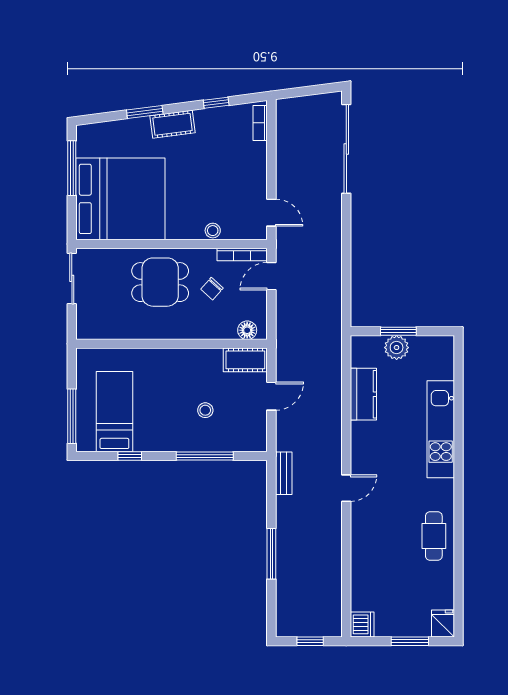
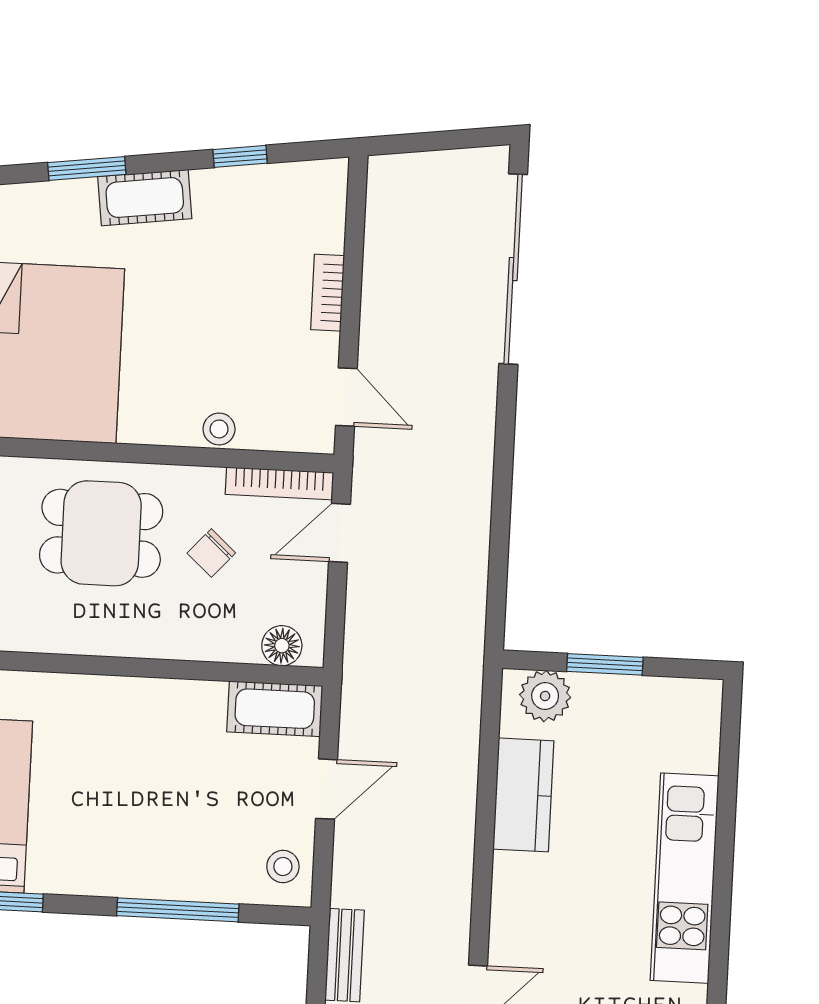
bookcase: (260, 123) -> (328, 293), moved
plant: (397, 348) -> (545, 696), moved
stool: (205, 410) -> (283, 866), moved

